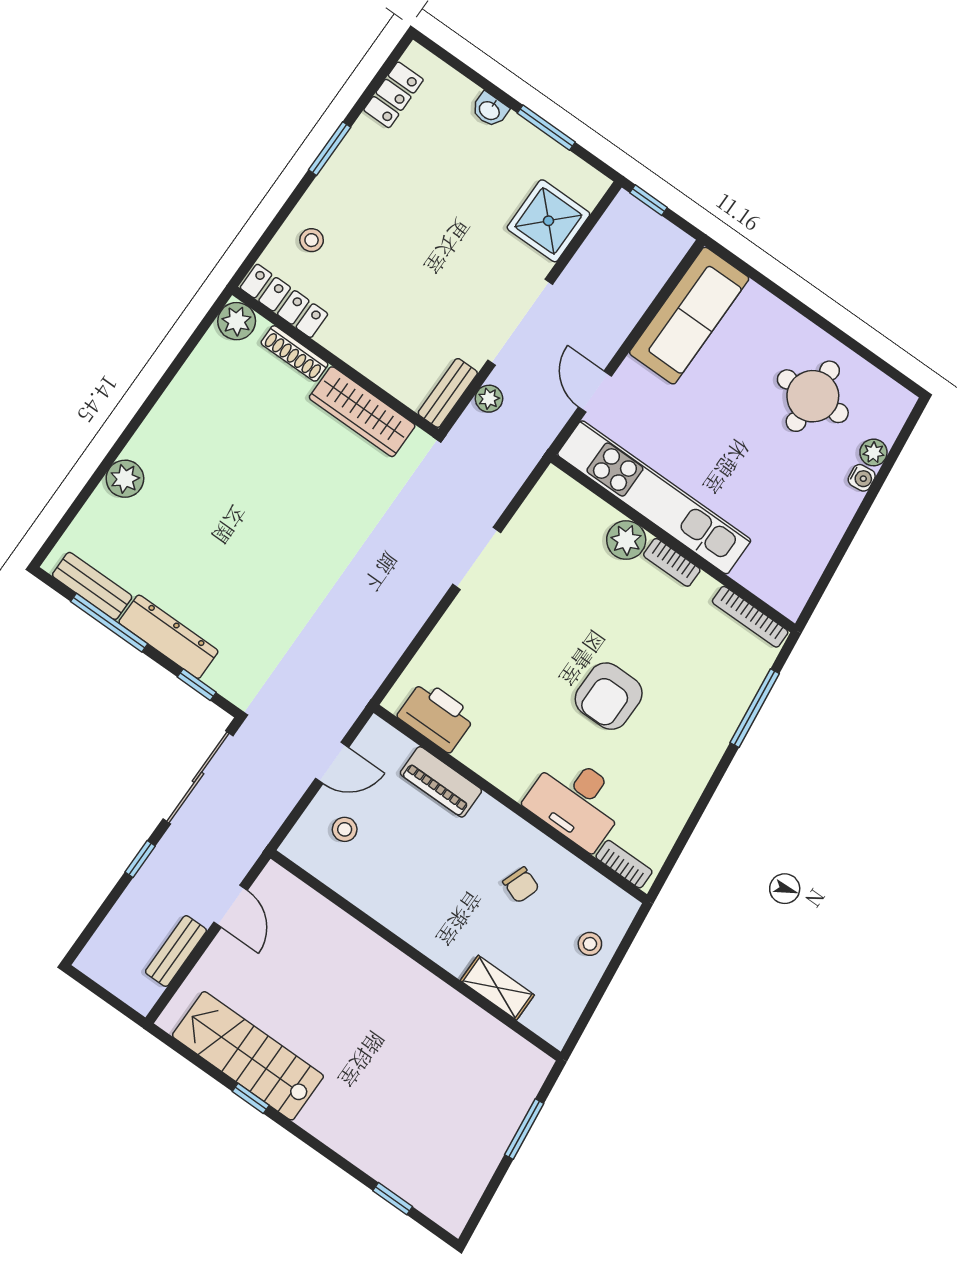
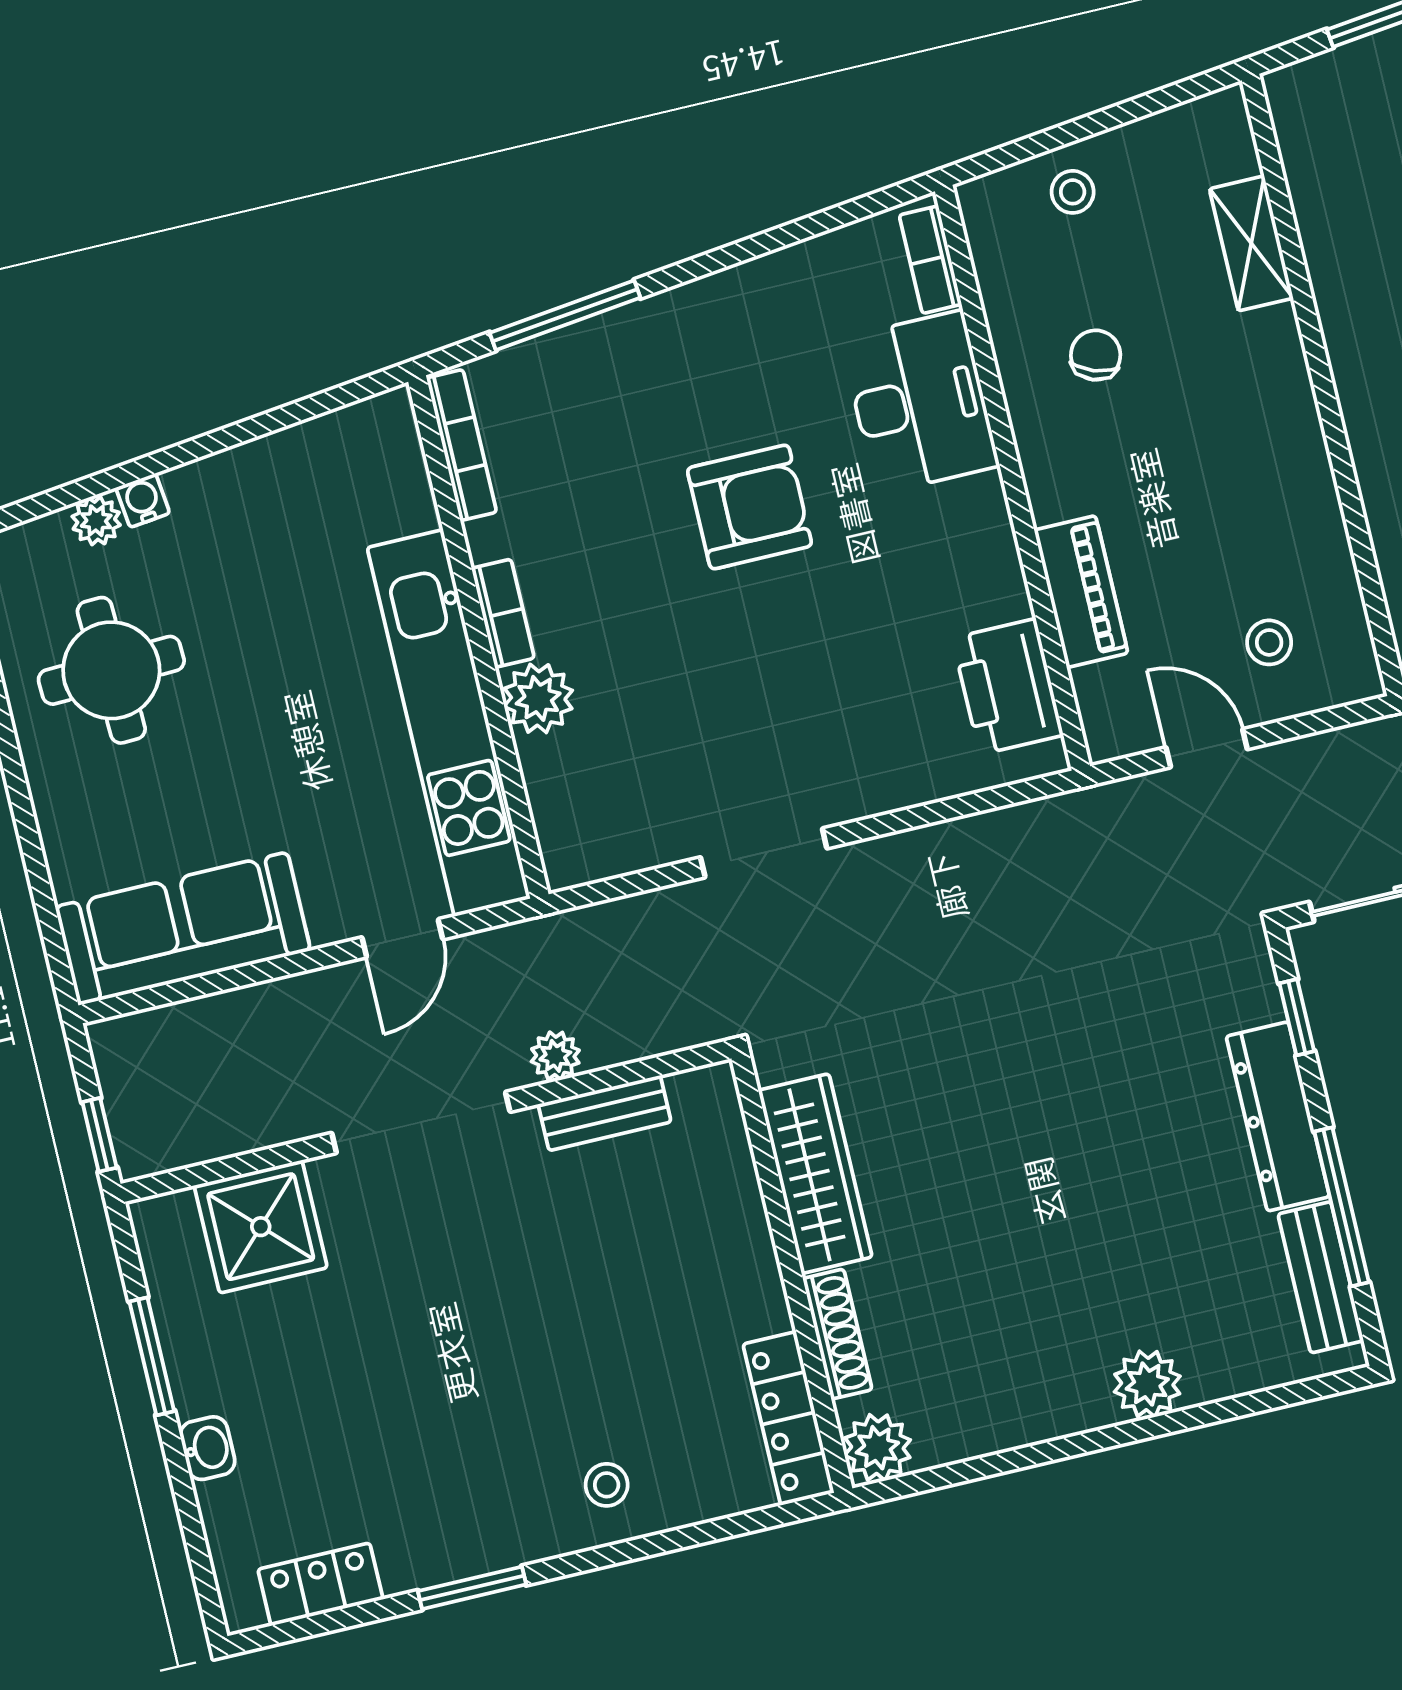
locker: (284, 301) -> (789, 1418), moved
plant: (237, 321) -> (877, 1448), moved
shoe rack: (294, 353) -> (837, 1334), moved
wall: (335, 362) -> (792, 1273), moved
wardrobe: (362, 412) -> (815, 1174), moved

